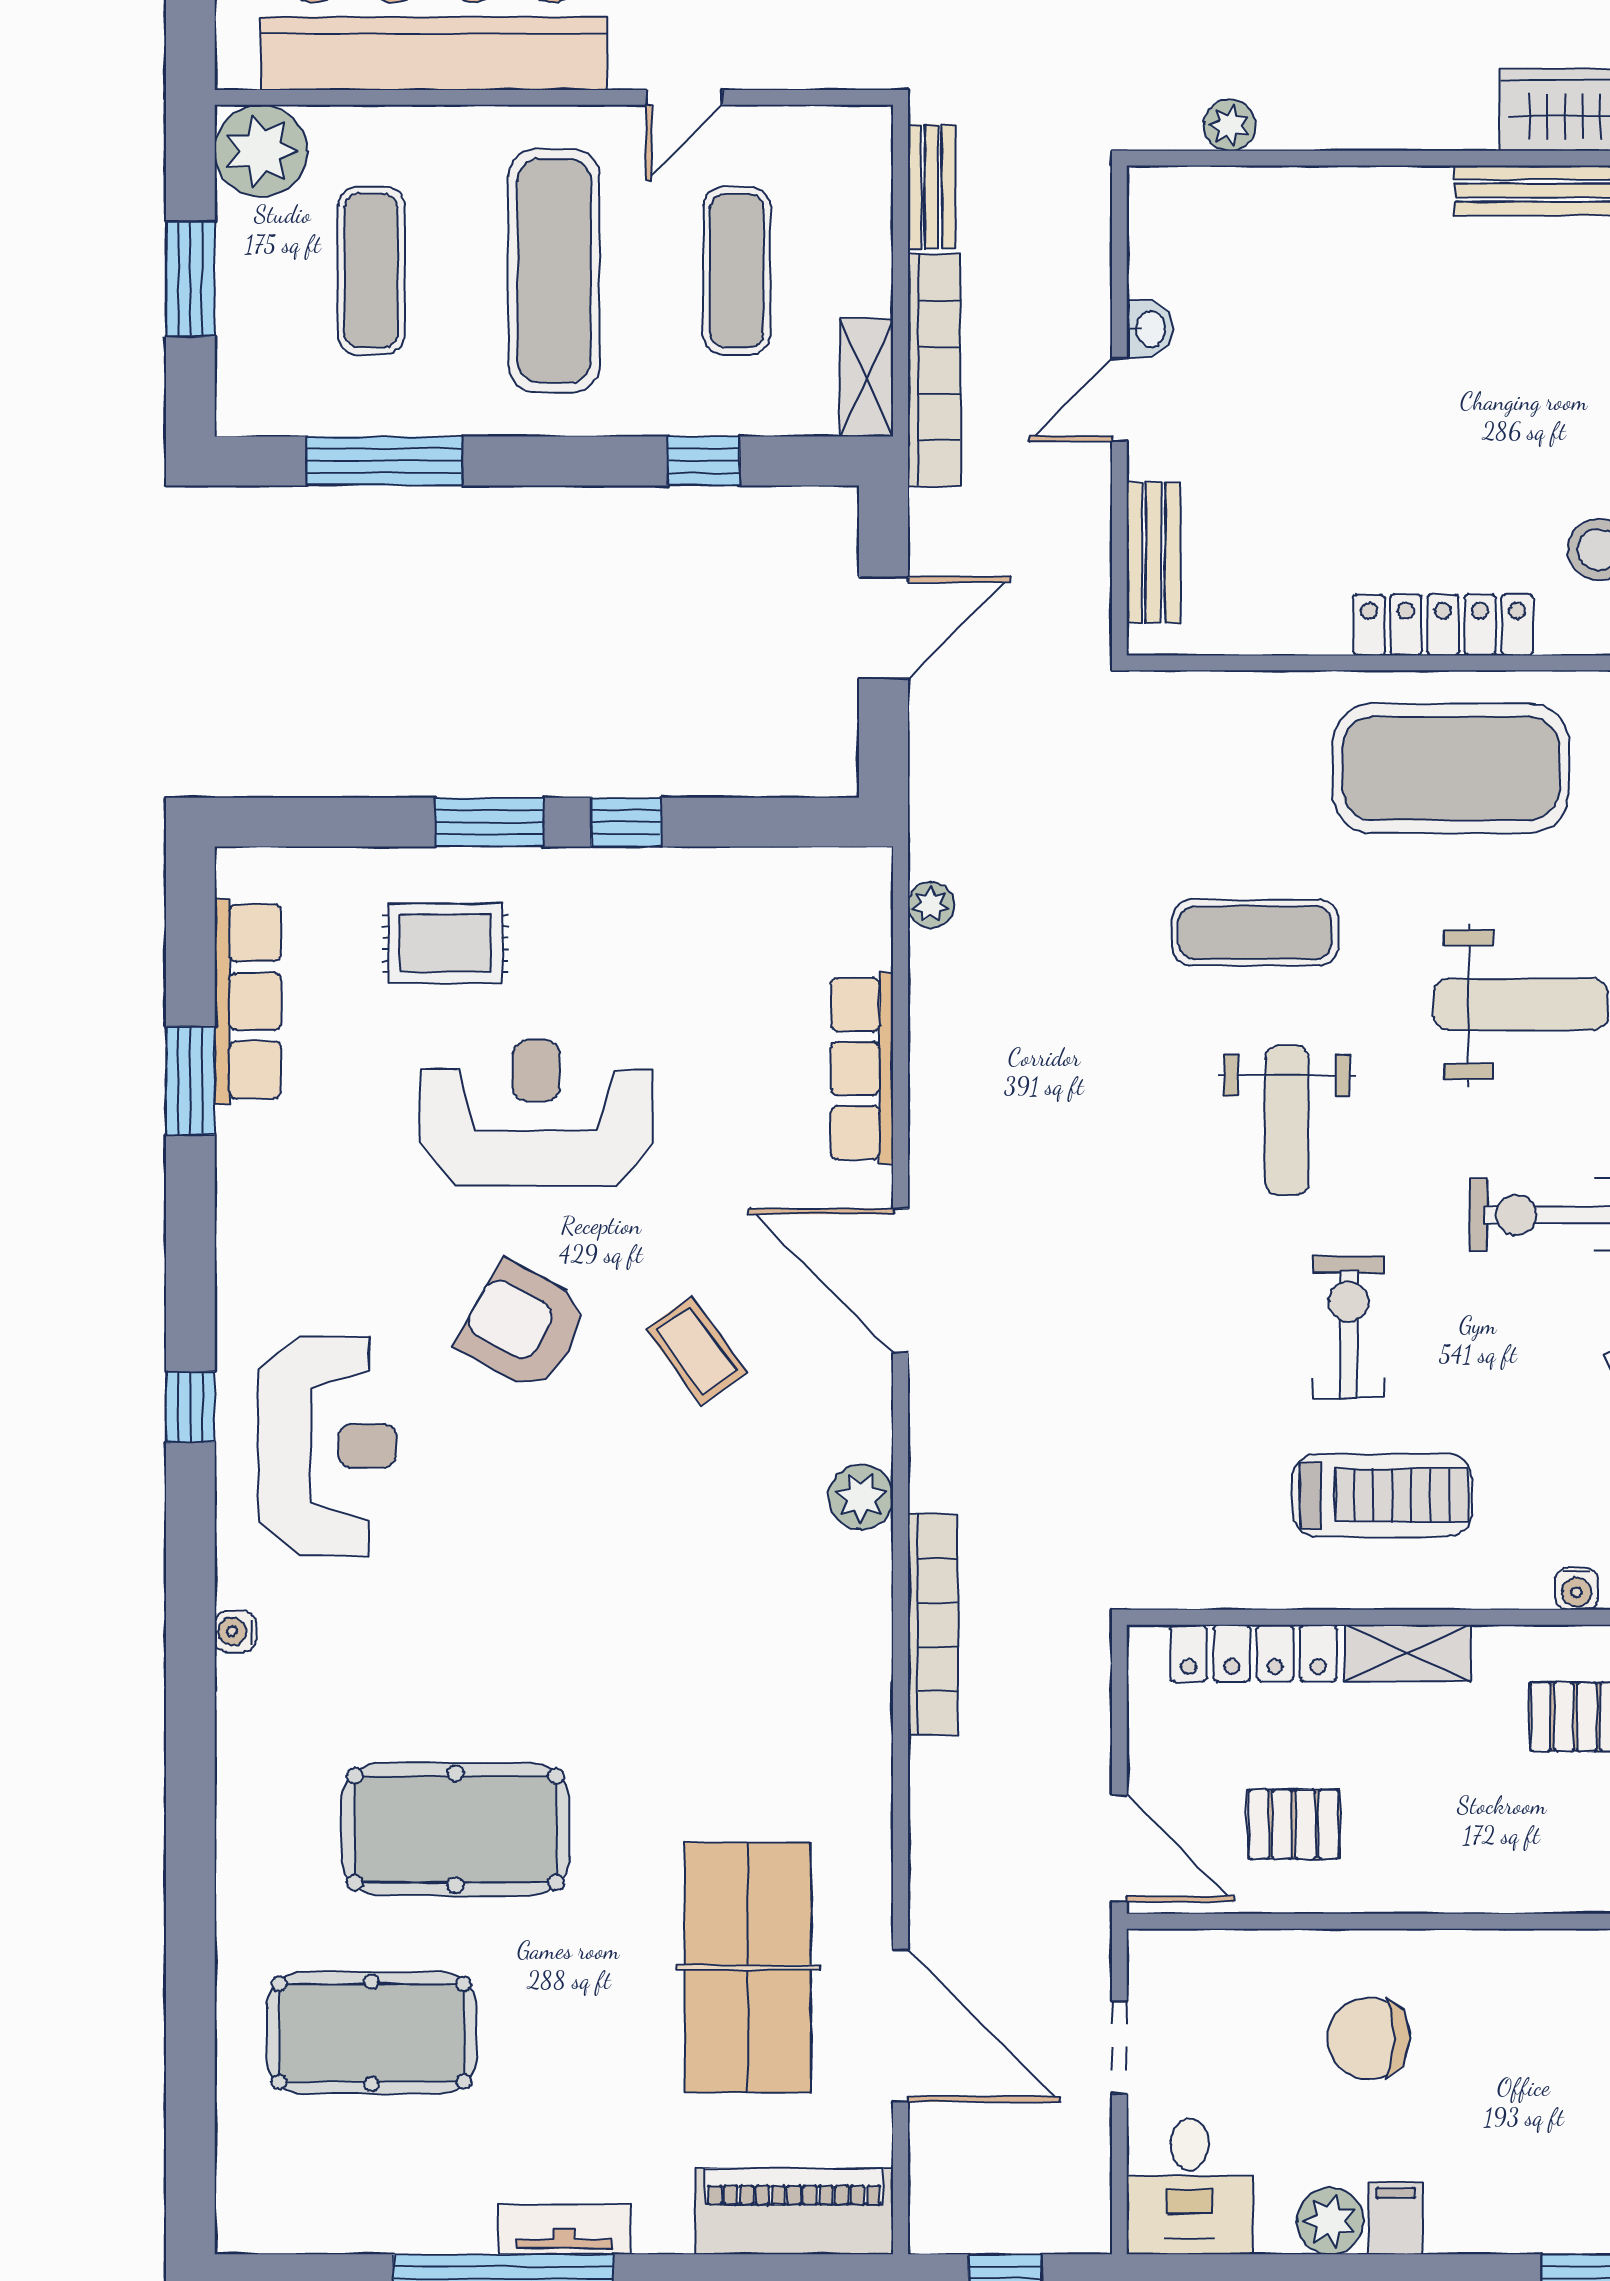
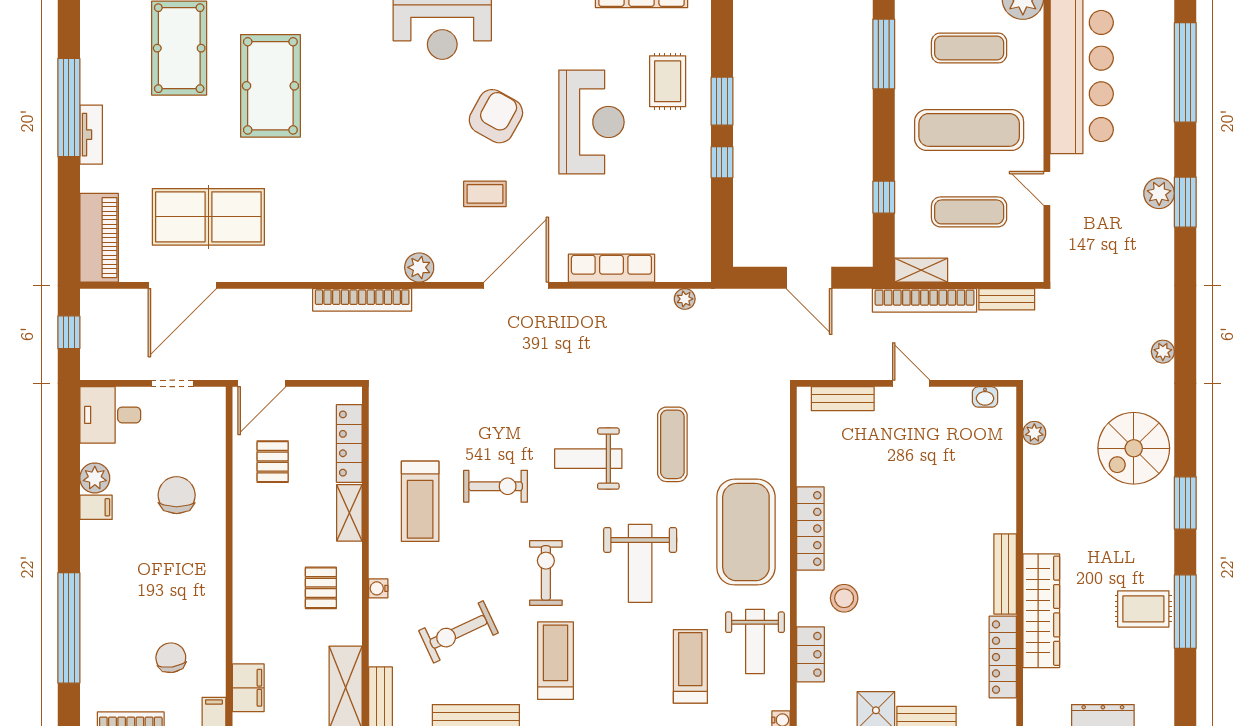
washbasin: (1150, 329) -> (985, 397), moved
coffee table: (696, 1351) -> (485, 194), turned 36

